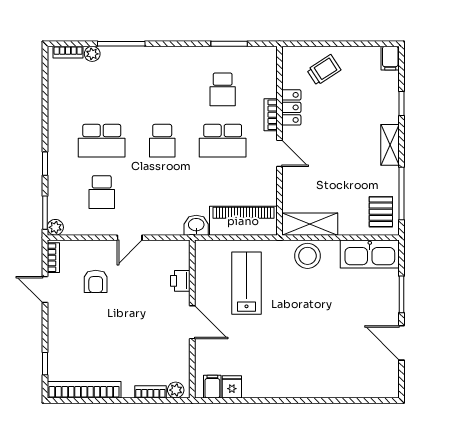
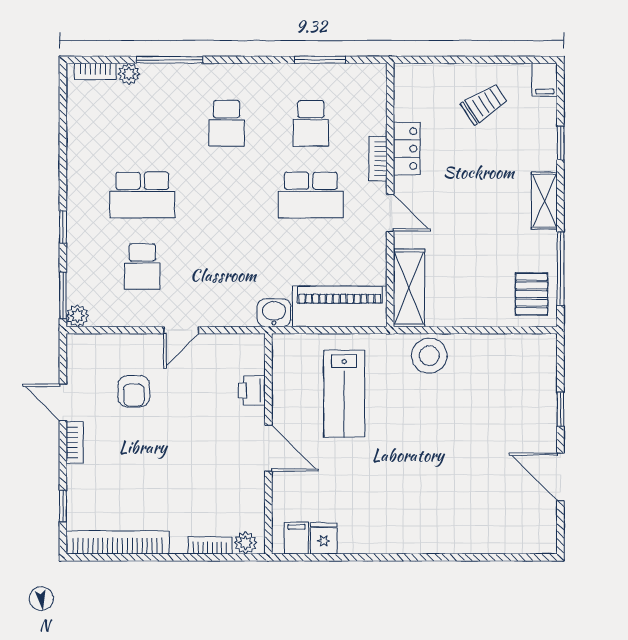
trolley: (324, 70) -> (484, 104), moved
school desk: (162, 141) -> (227, 123), moved
shelving: (310, 224) -> (409, 288), moved, turned 90
kitchen sink: (370, 254) -> (516, 353), removed
bookcase: (53, 258) -> (75, 442), moved
lab bench: (246, 283) -> (344, 394), turned 180
window: (402, 294) -> (560, 409), width x0.67

